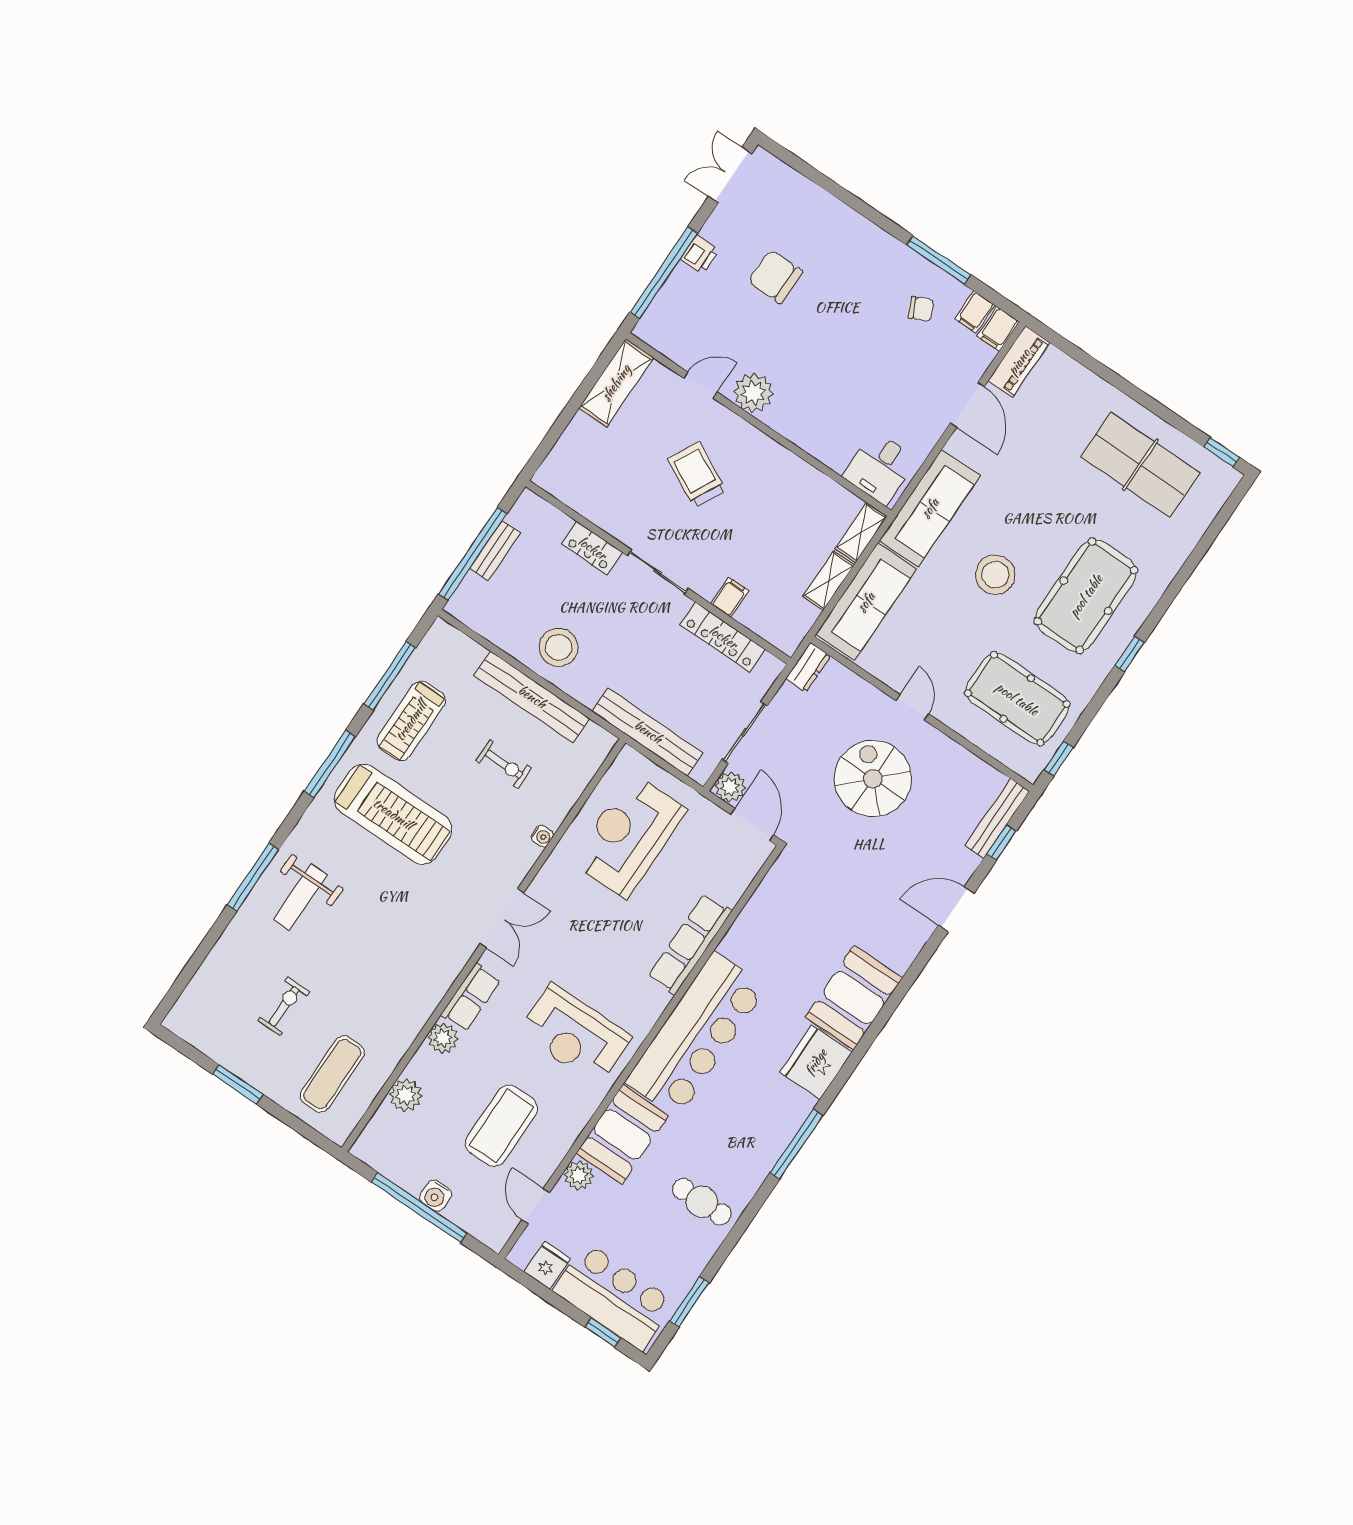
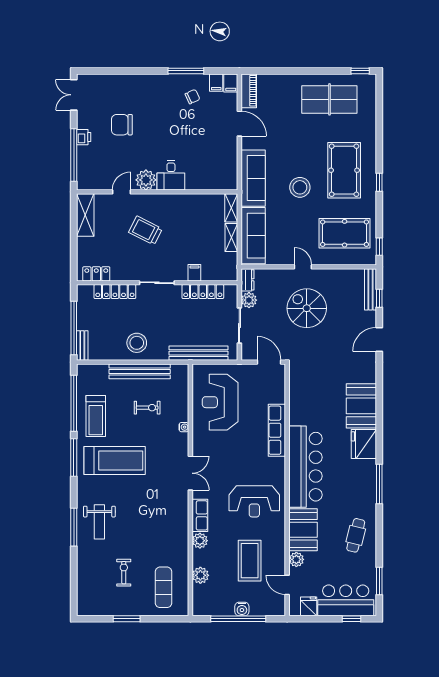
desk: (880, 468) -> (171, 175), moved
locker: (569, 491) -> (96, 274), added
locker: (592, 548) -> (115, 292), width x1.53
bench: (495, 551) -> (82, 346), moved
window: (390, 676) -> (74, 403), width x1.46
plant: (730, 787) -> (249, 300), moved
cafe table: (702, 1202) -> (356, 535), turned -76

